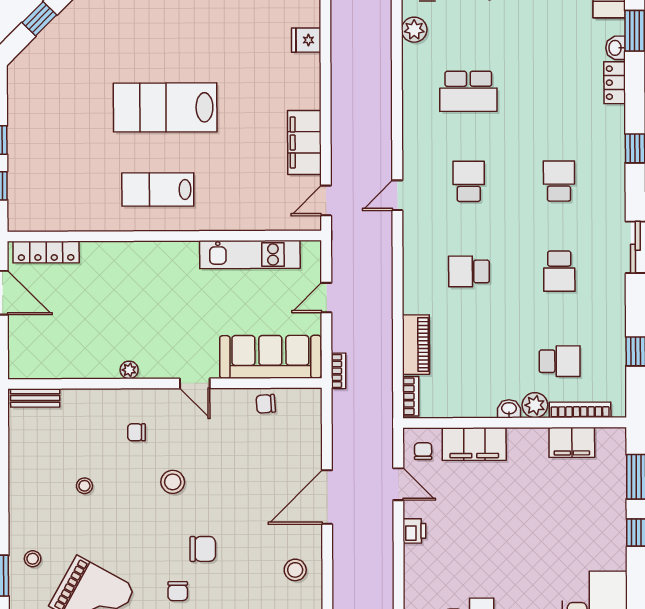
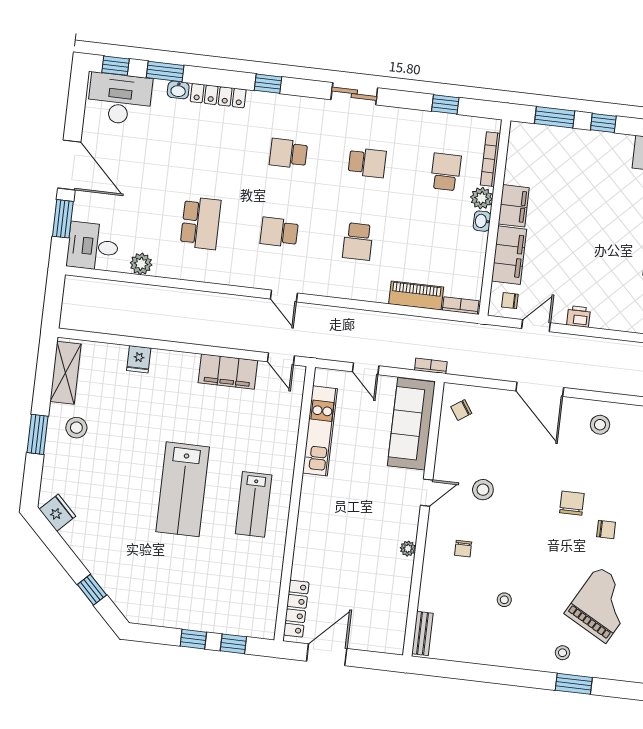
locker: (615, 83) -> (218, 96), width x1.53
chair: (266, 404) -> (461, 410), moved, turned 60
filing cabinet: (572, 442) -> (514, 206), moved
stool: (173, 482) -> (483, 490), moved

